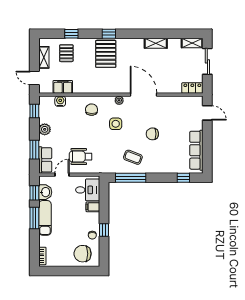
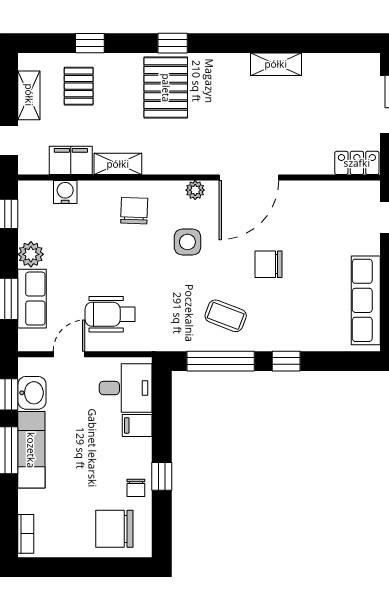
shelving: (192, 43) -> (118, 164), moved
door: (143, 95) -> (249, 178), swing flipped
row of seats: (45, 160) -> (32, 299), moved
window: (183, 178) -> (286, 361), moved

